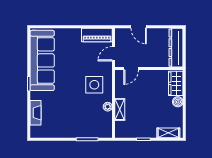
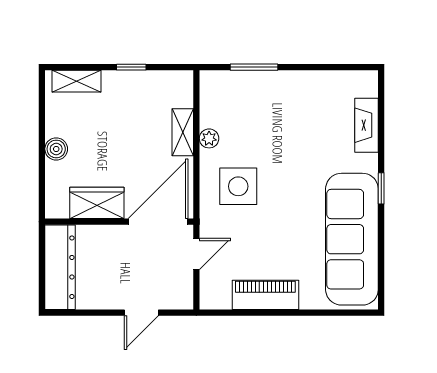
door: (139, 27) -> (141, 313), swing flipped
piano: (97, 35) -> (265, 295), moved
door: (131, 69) -> (158, 222), width x1.88
wardrobe: (176, 83) -> (97, 203), moved, turned -90

